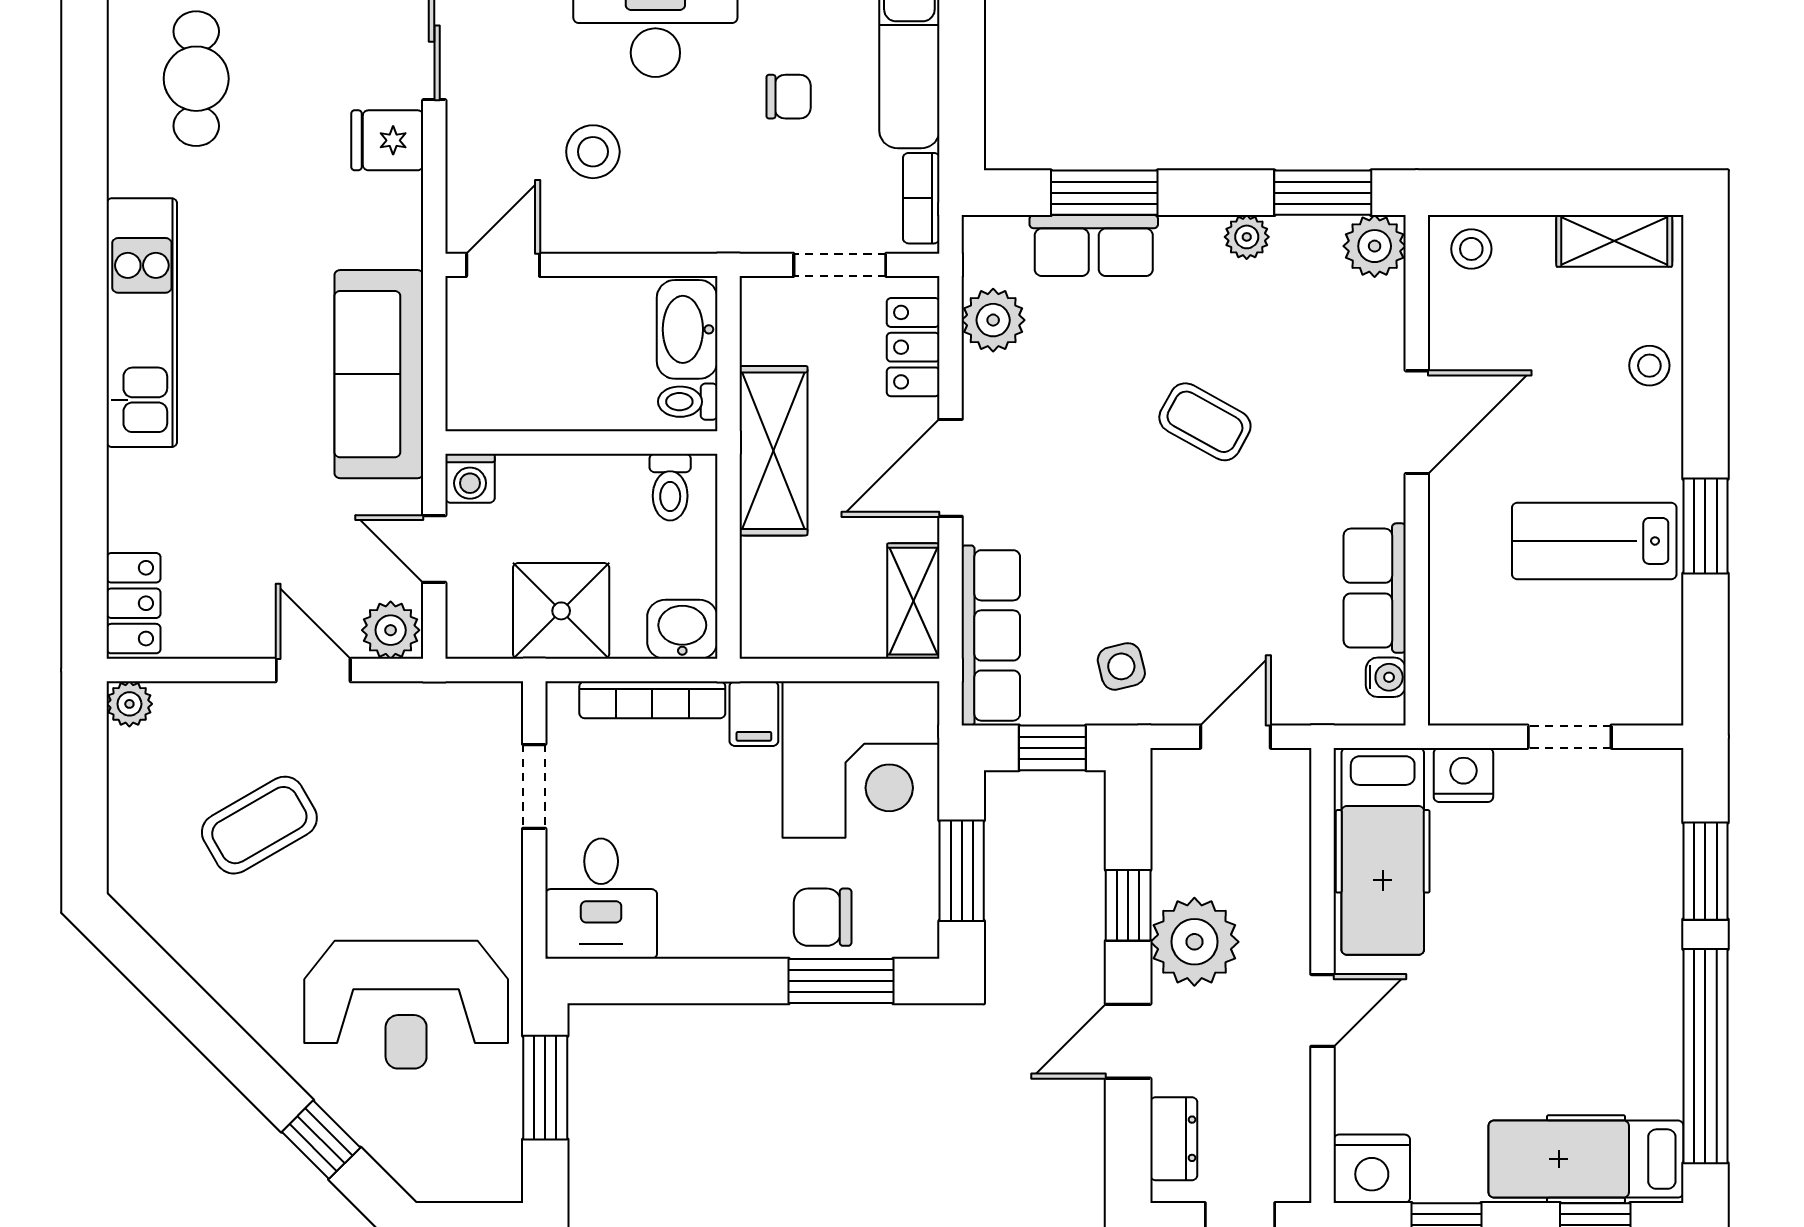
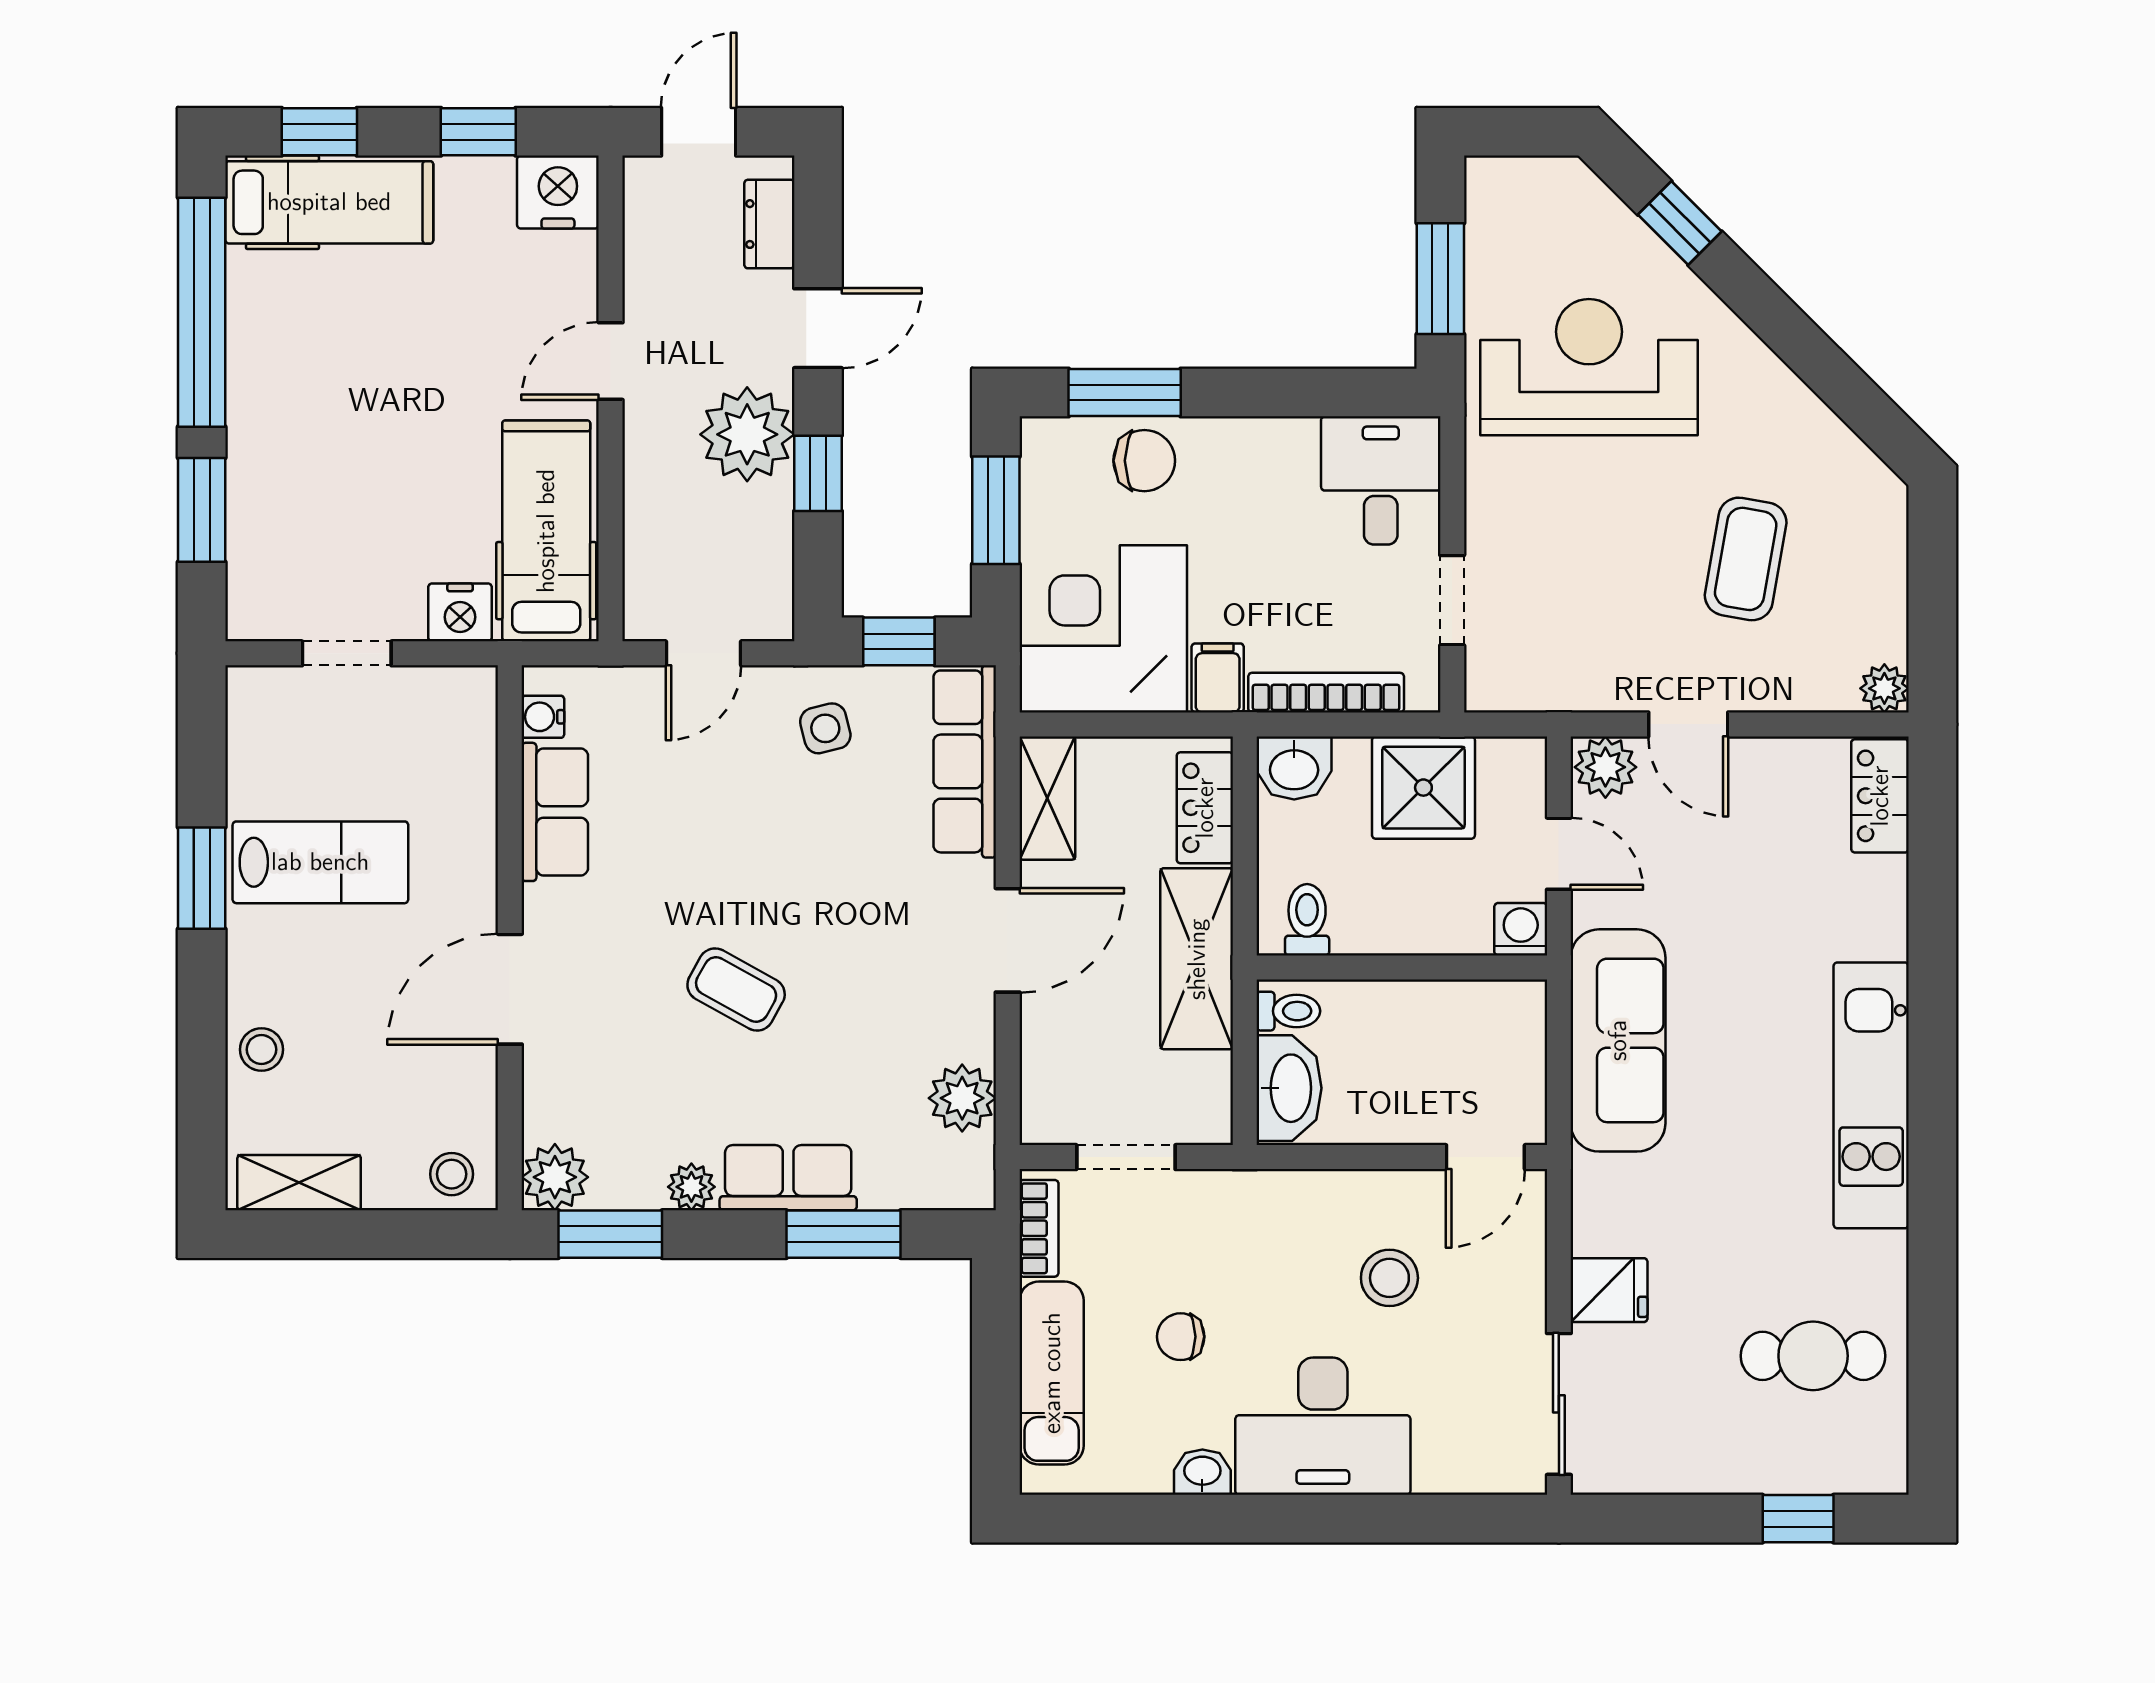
cafe table: (196, 79) -> (1813, 1356), turned 90
row of seats: (1094, 246) -> (788, 1178), moved
locker: (913, 347) -> (1205, 808), moved, turned 180
coffee table: (259, 825) -> (1746, 559), turned -50

